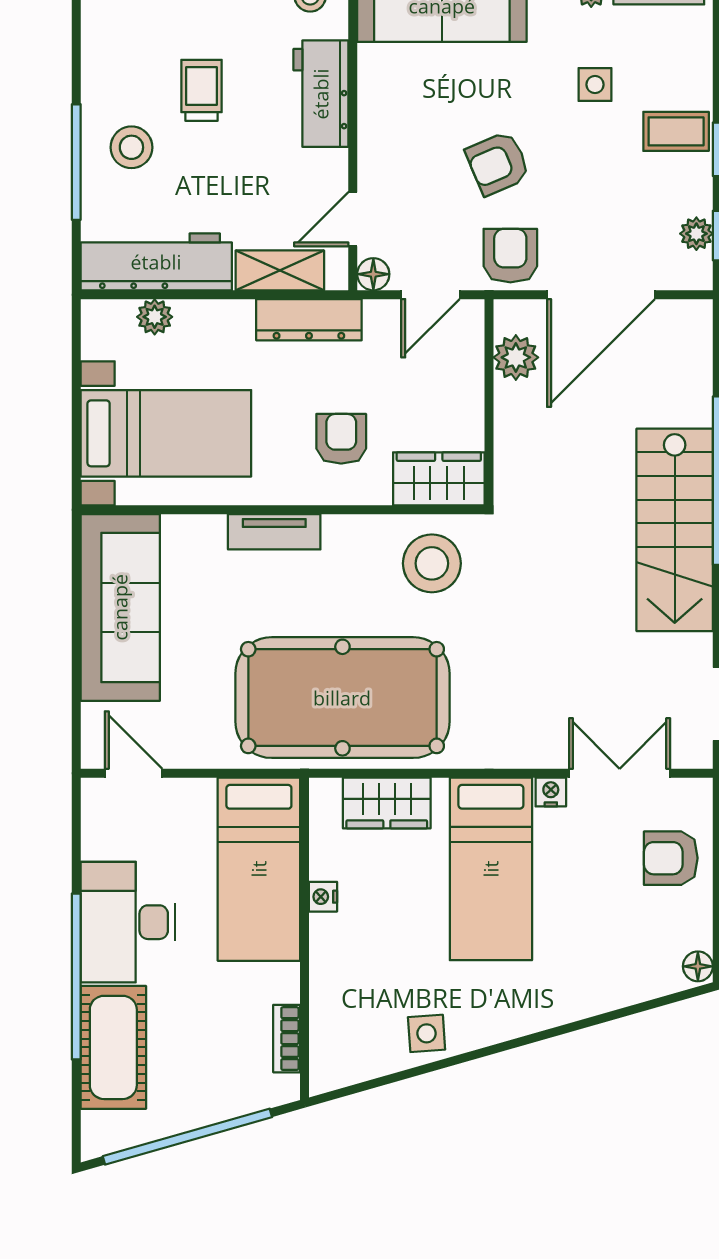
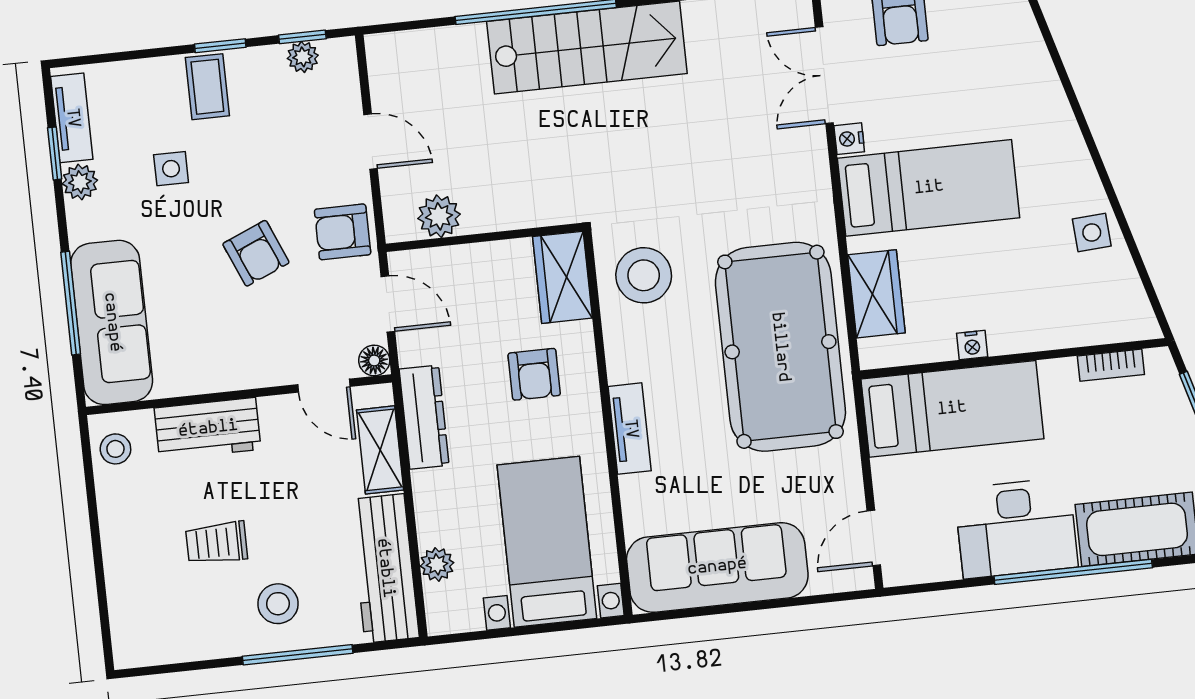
door: (601, 295) -> (371, 142), width x0.53
armchair: (341, 439) -> (534, 374), turned -90

